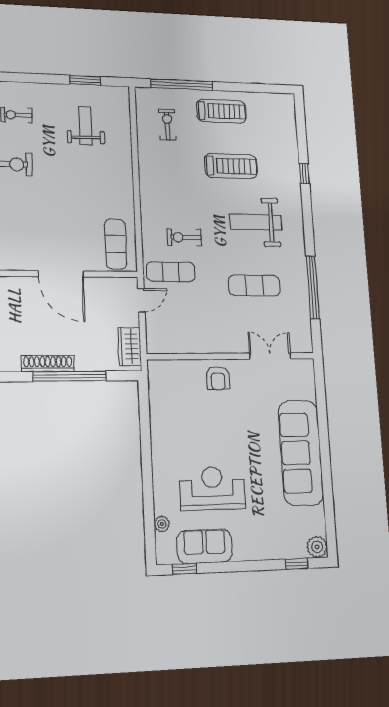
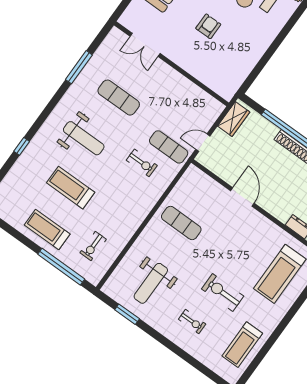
weight bench: (85, 126) -> (151, 283), width x1.36, depth x1.33
exercise mat: (116, 244) -> (181, 223), moved, turned 90
door: (61, 274) -> (242, 197), width x0.73
window: (313, 287) -> (79, 67), width x0.68
armchair: (218, 378) -> (208, 26), moved

